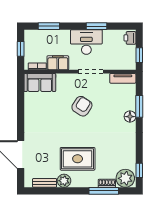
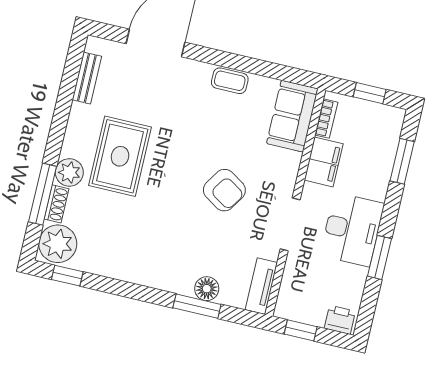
coffee table: (30, 116) -> (230, 81), added
floor lamp: (130, 117) -> (207, 289), moved
plant: (64, 181) -> (69, 172), moved

